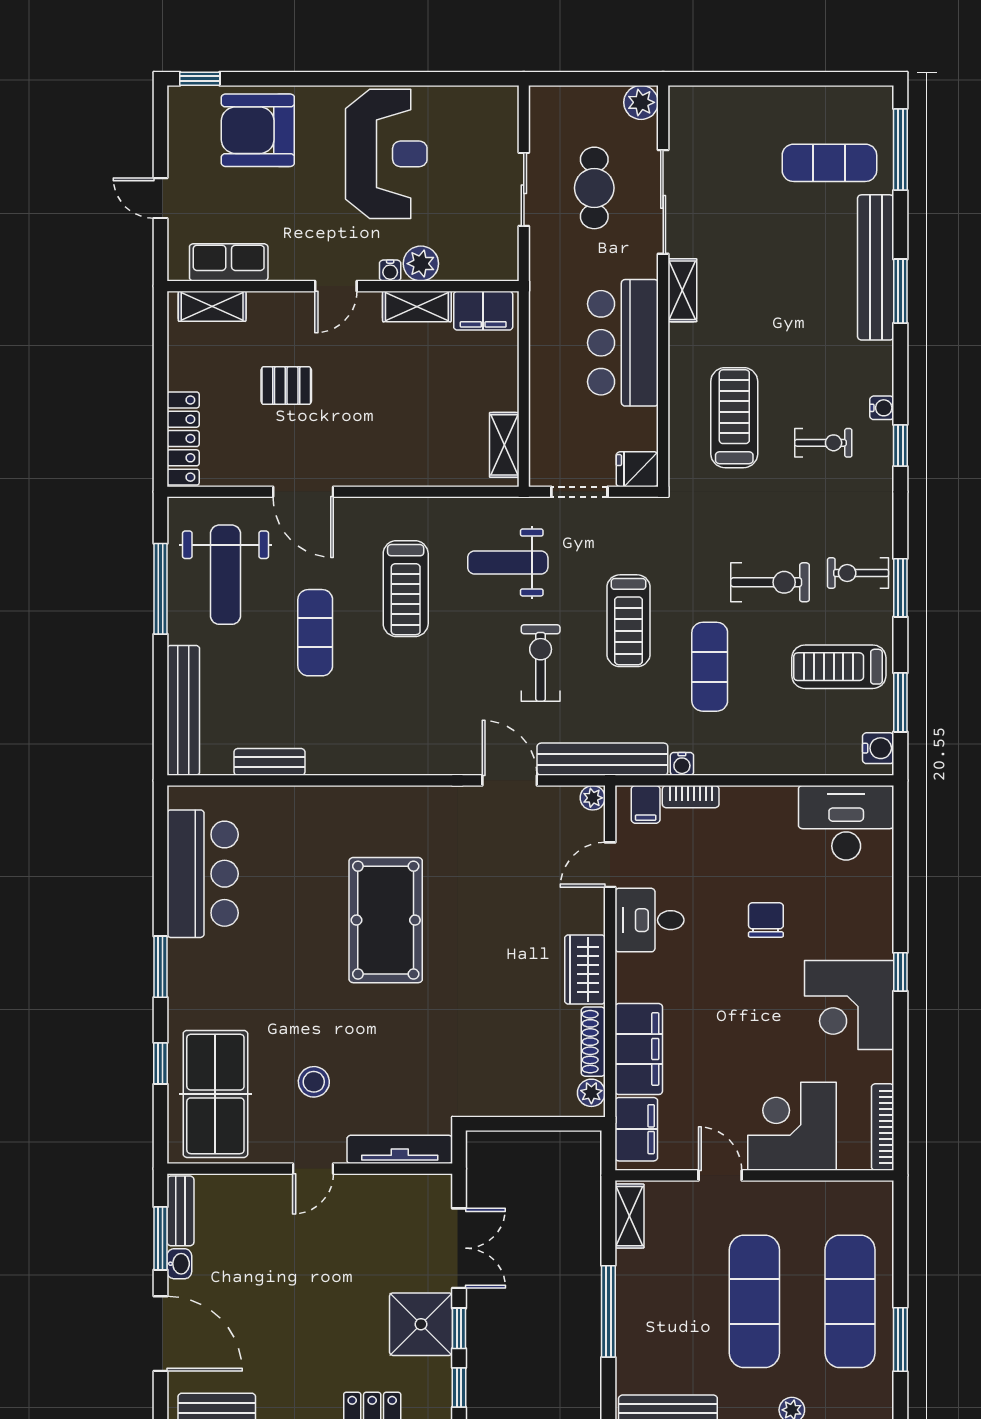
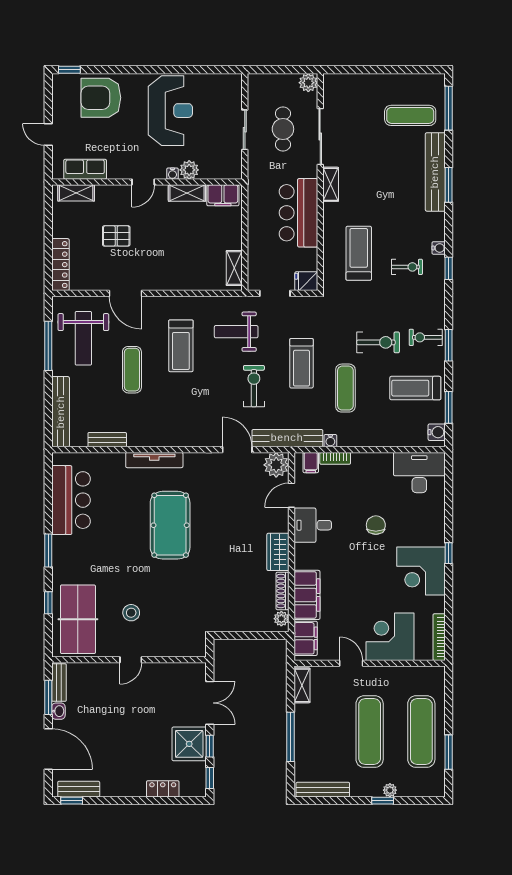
plant: (593, 798) -> (276, 465), width x1.88, depth x1.88
tv unit: (400, 1149) -> (154, 460), moved, turned 180

